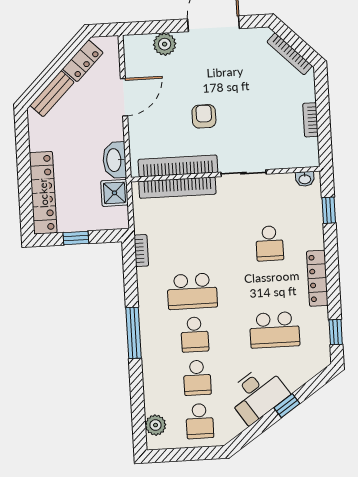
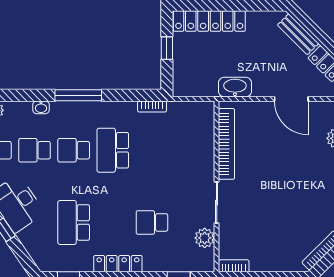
armchair: (204, 116) -> (270, 170), removed
bookcase: (311, 120) -> (234, 266), moved
washbasin: (305, 179) -> (41, 107), moved, turned -90
plant: (283, 184) -> (205, 238), added
bookcase: (177, 188) -> (207, 142), removed
shower: (114, 193) -> (205, 85), removed

